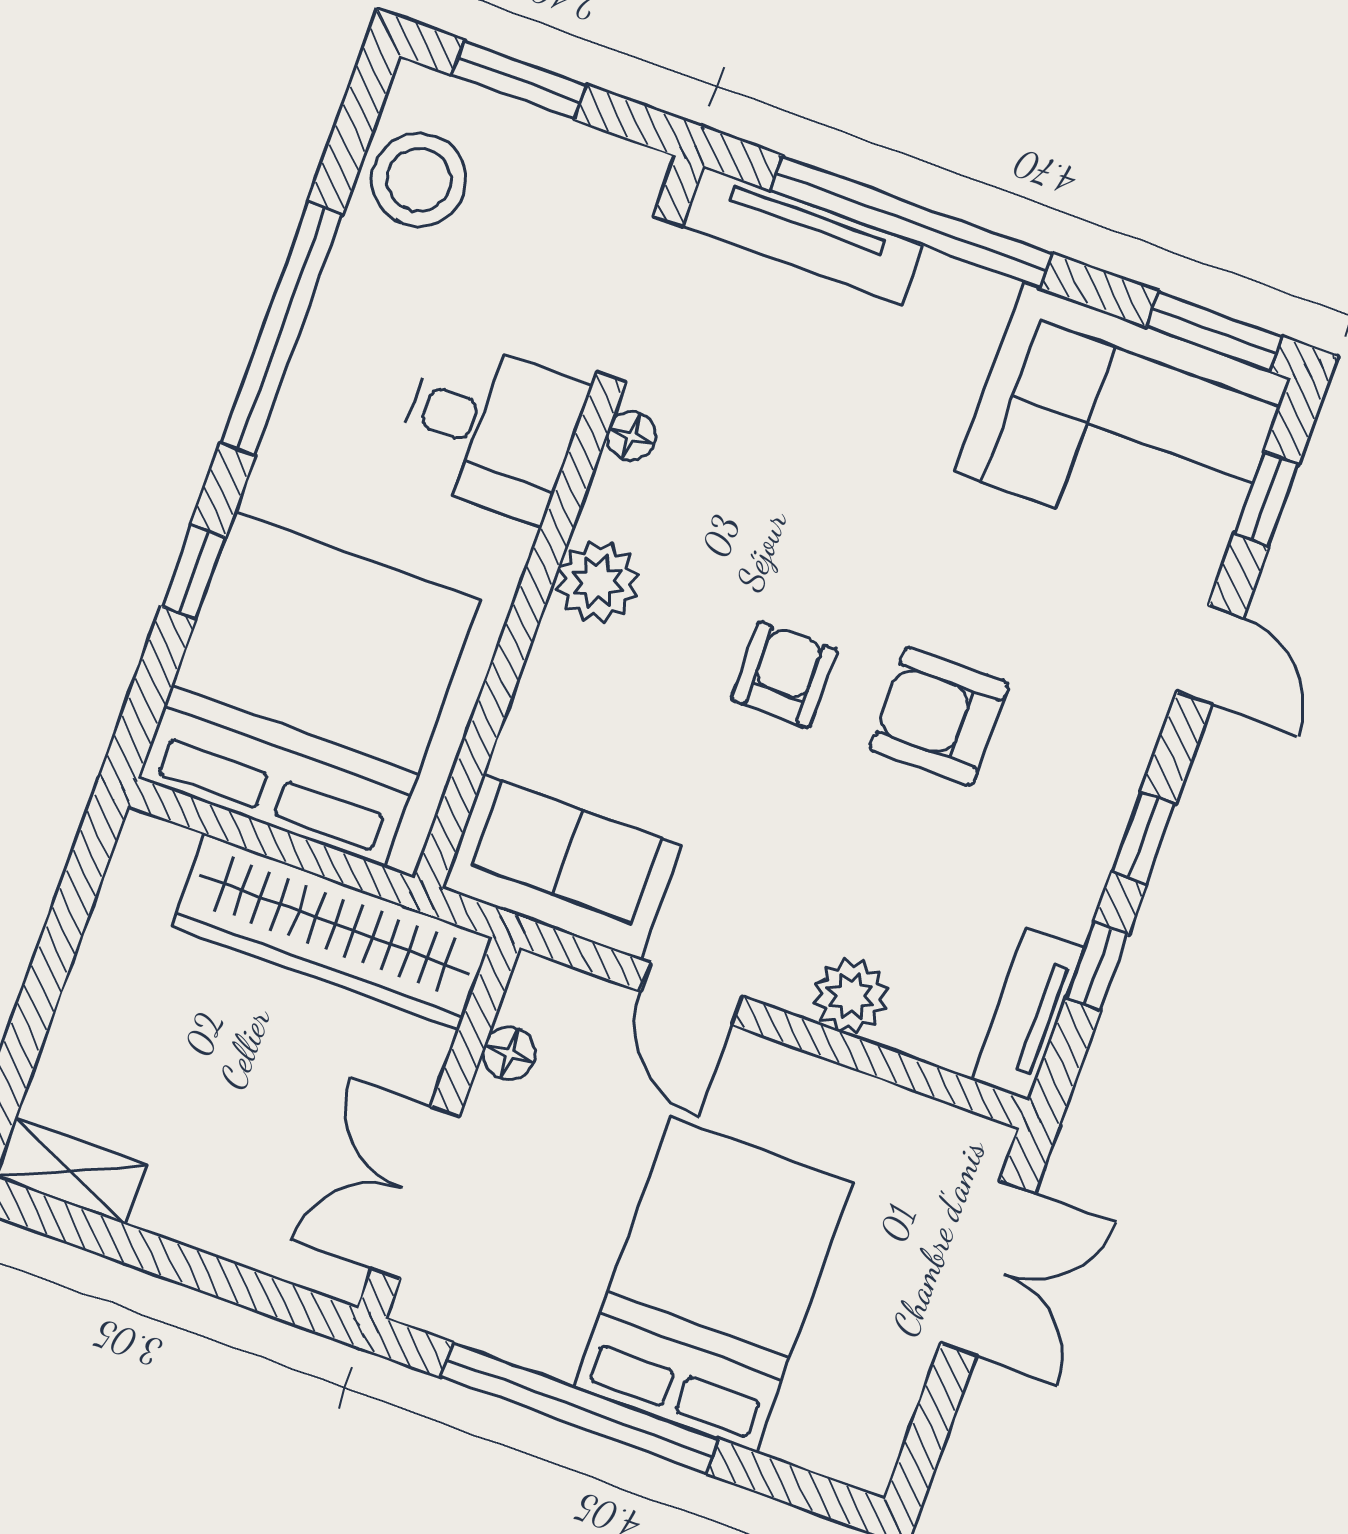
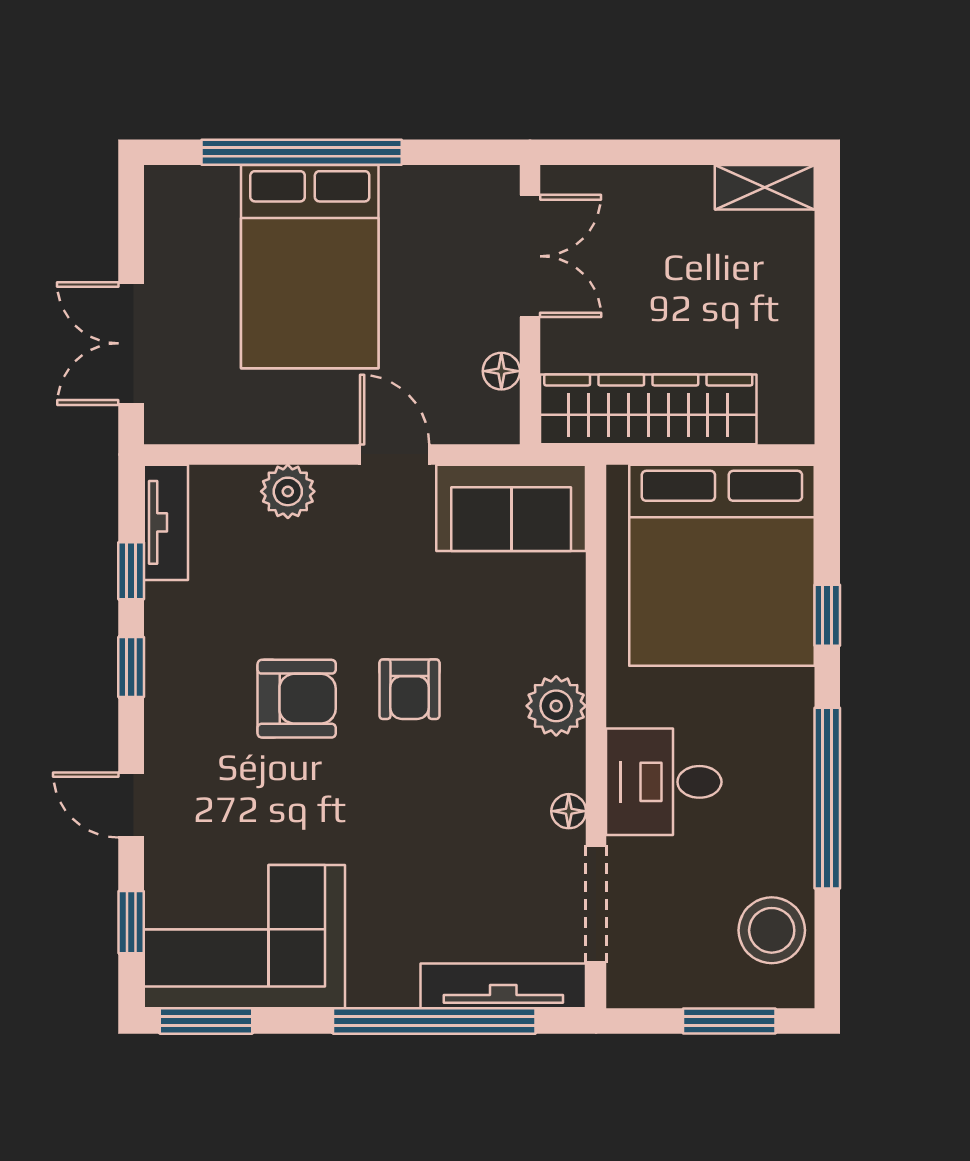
window: (579, 1408) -> (302, 152), moved

